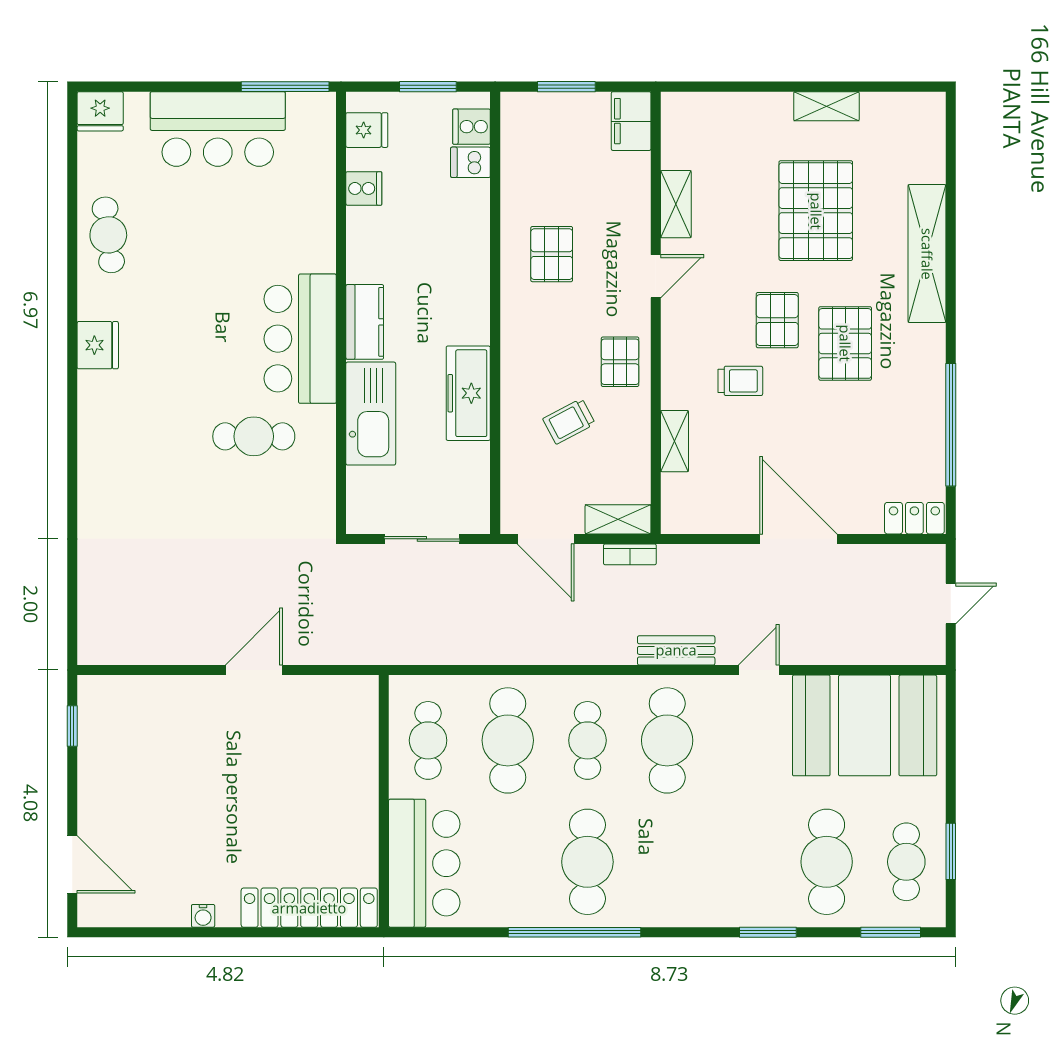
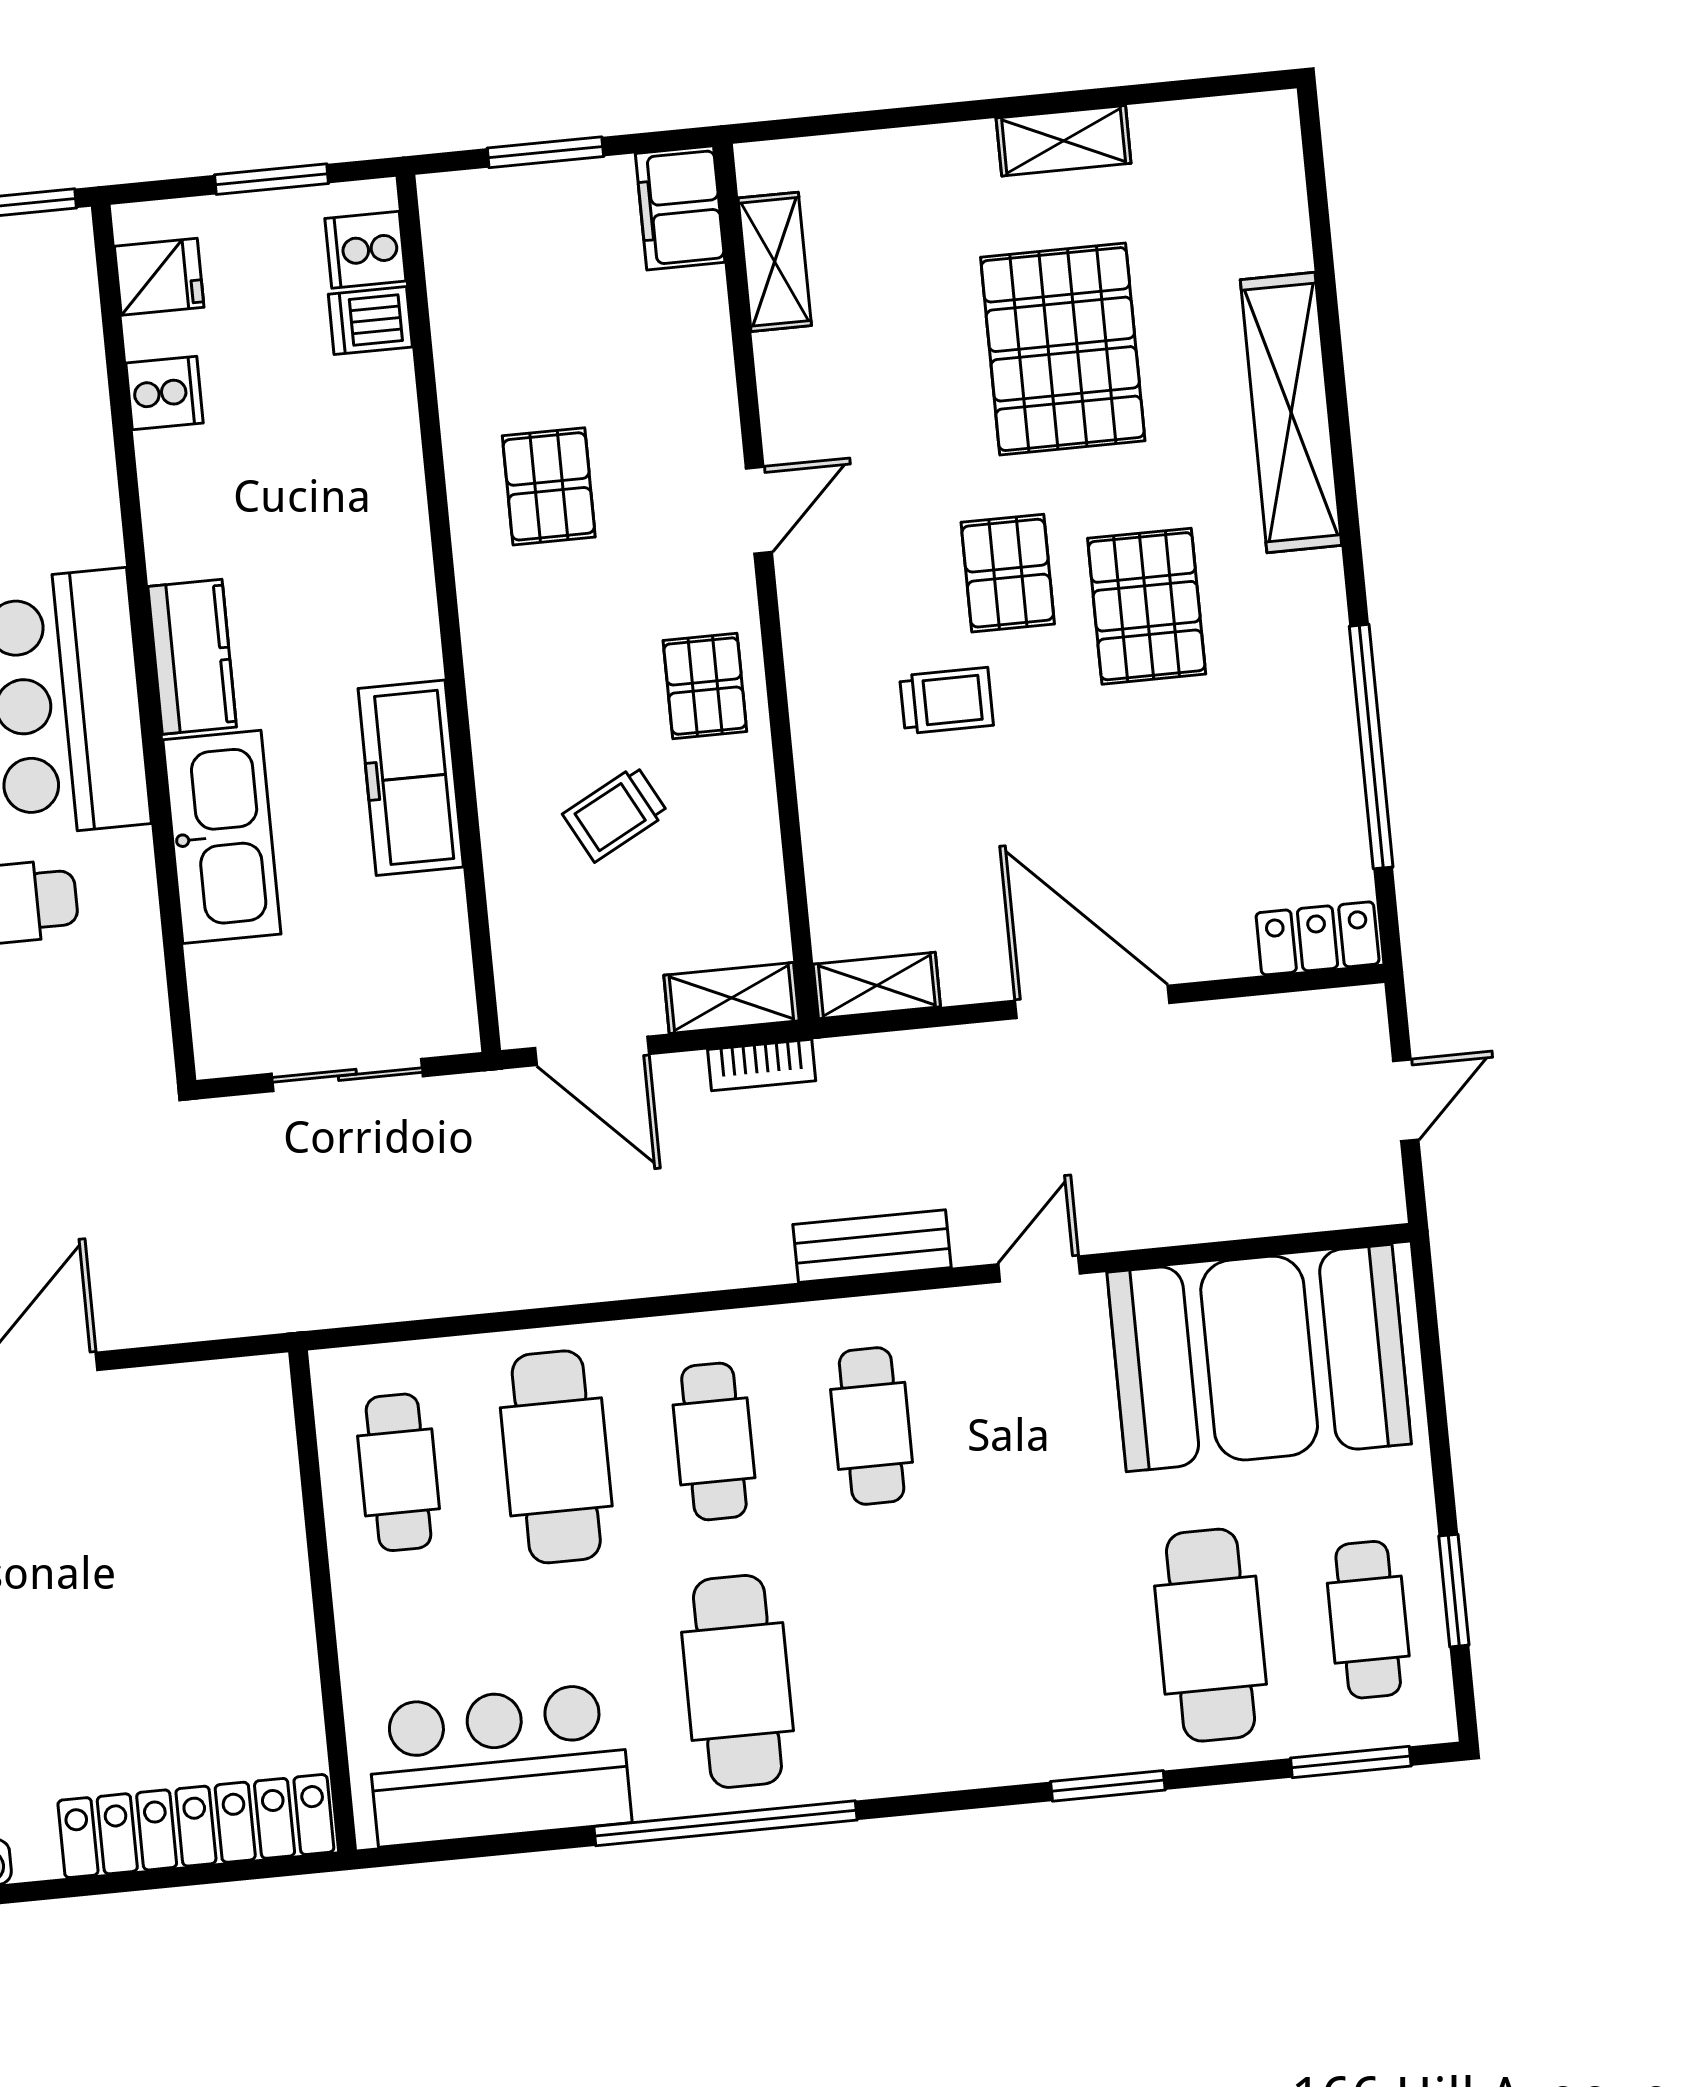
shelving: (676, 204) -> (775, 262), moved
shelving: (674, 441) -> (877, 986), moved, turned 90
cafe table: (667, 740) -> (872, 1426), width x0.73, depth x0.74
bar counter: (424, 863) -> (499, 1765), moved, turned -90

